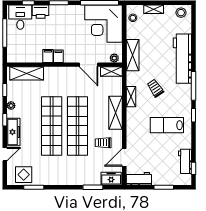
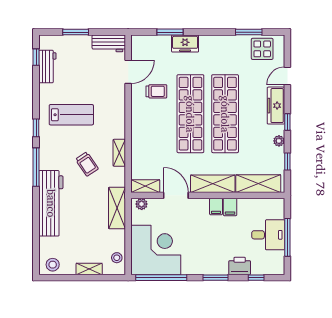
desk: (20, 17) -> (268, 235), moved, turned -90
shelving: (116, 113) -> (213, 184), moved, turned 90
freezer: (111, 179) -> (185, 44), moved

